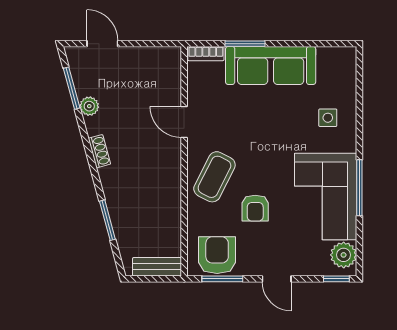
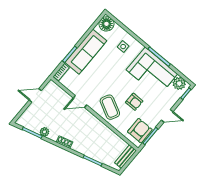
door: (102, 44) -> (35, 95), moved
floor lamp: (342, 61) -> (106, 24), added
armchair: (217, 255) -> (140, 131), turned 90

